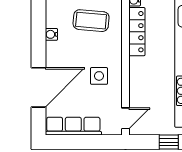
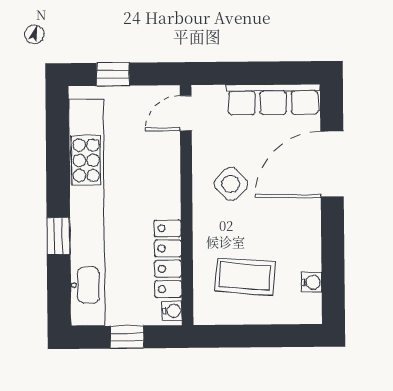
water cooler: (51, 34) -> (311, 282), moved
side table: (99, 76) -> (231, 184), turned 45

